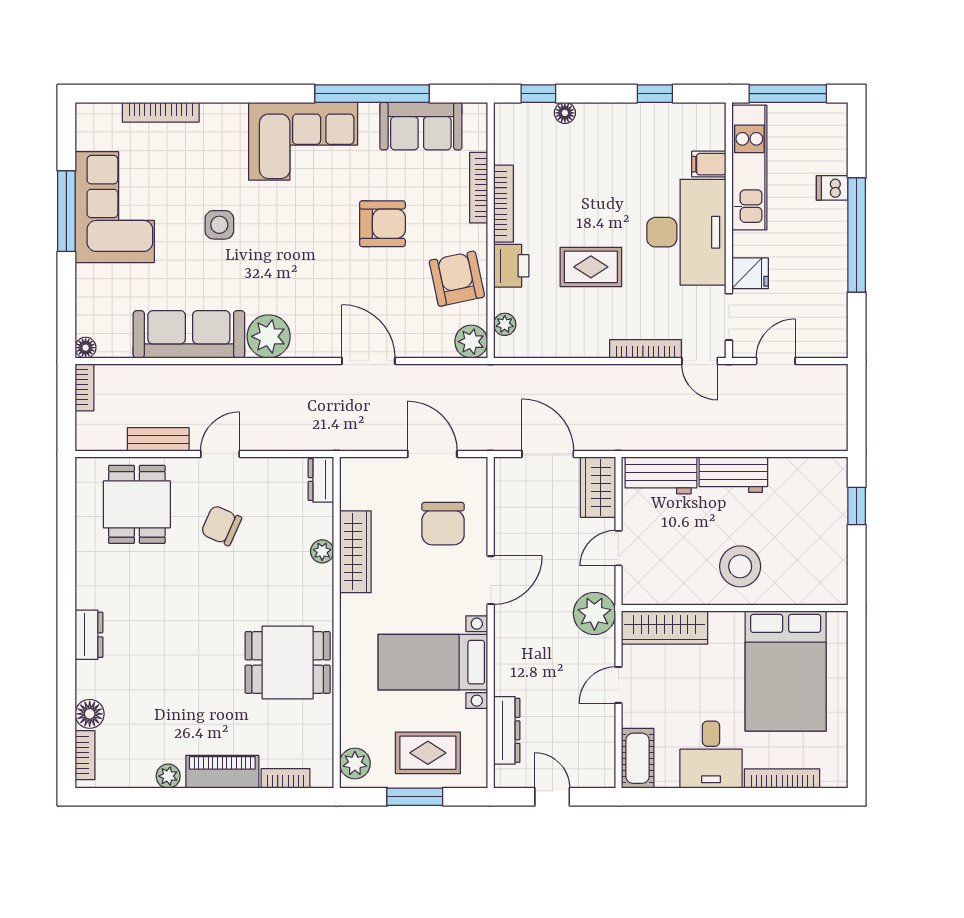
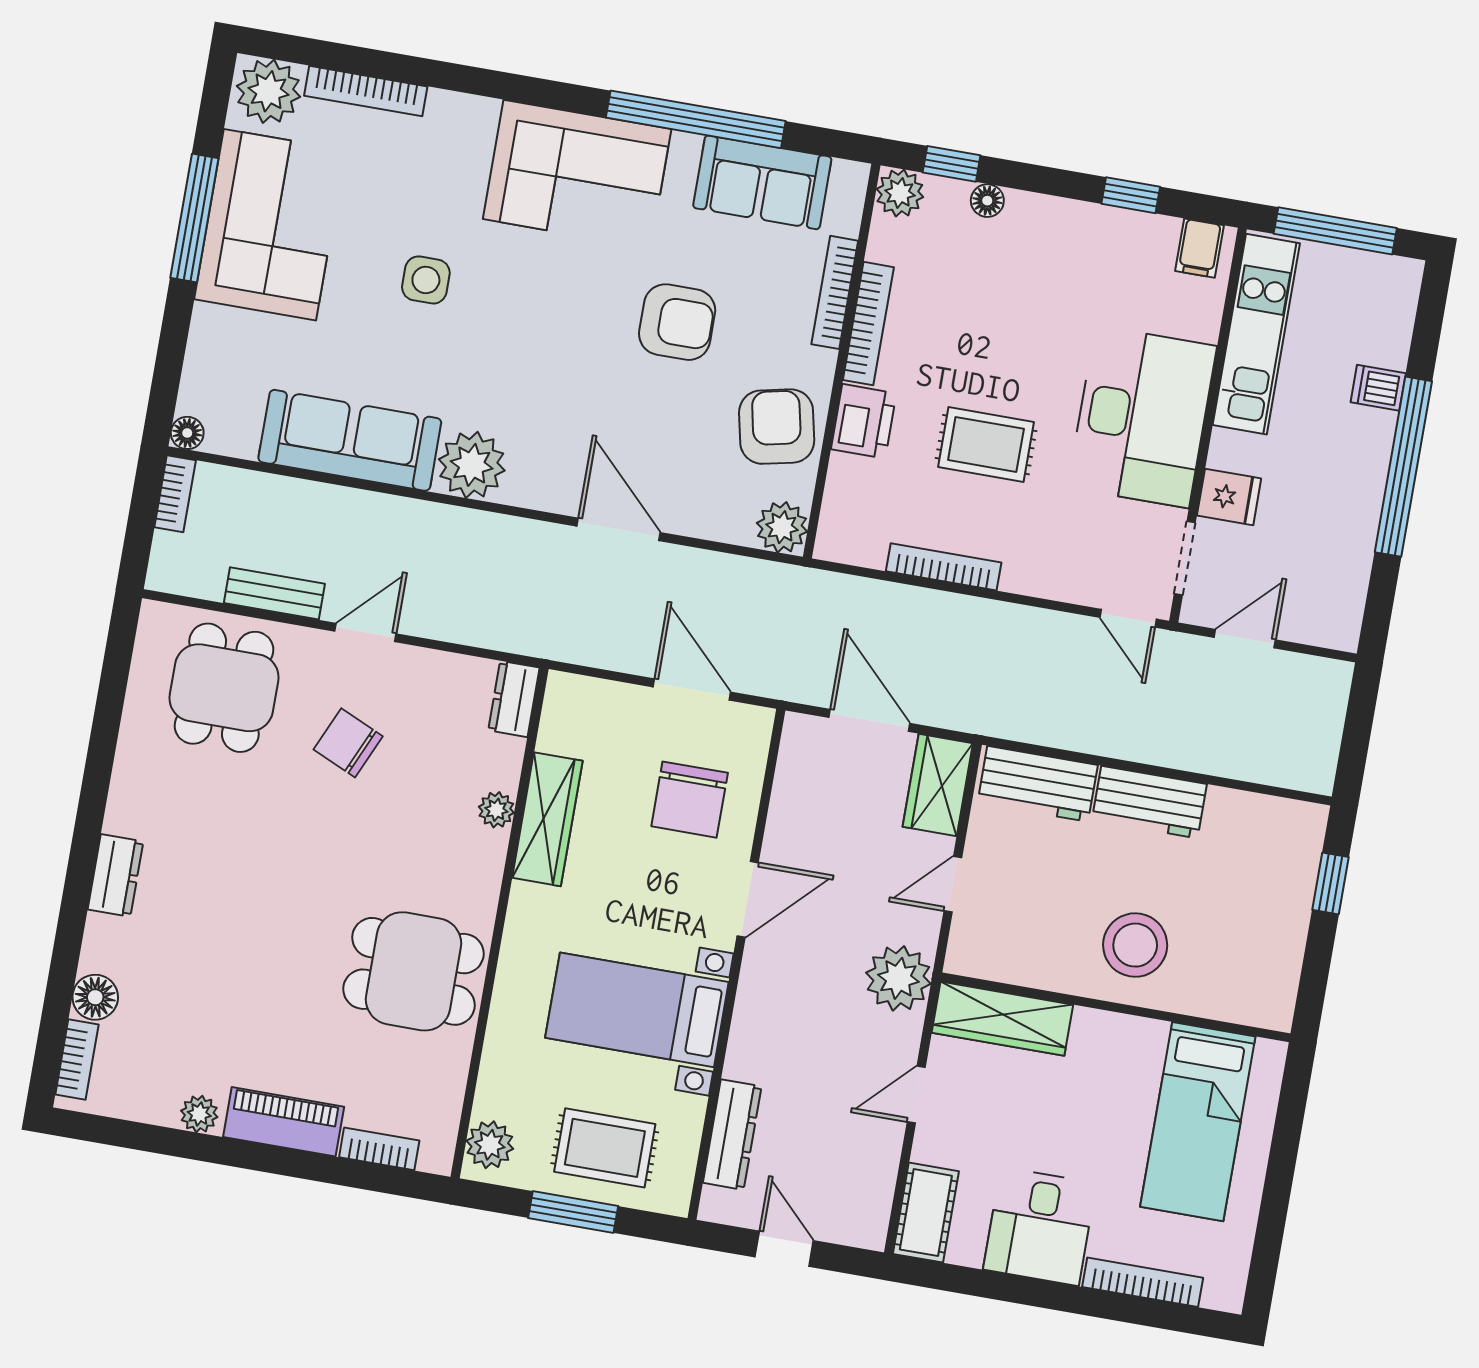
plant: (99, 123) -> (269, 91), added
filing cabinet: (709, 164) -> (1199, 248), moved, turned -90
plant: (505, 324) -> (900, 193), moved, width x1.38, depth x1.38
bookcase: (646, 349) -> (944, 567), moved
bed: (786, 671) -> (1198, 1122), width x0.67

